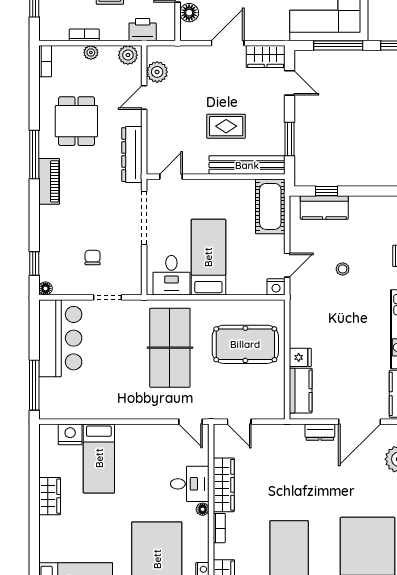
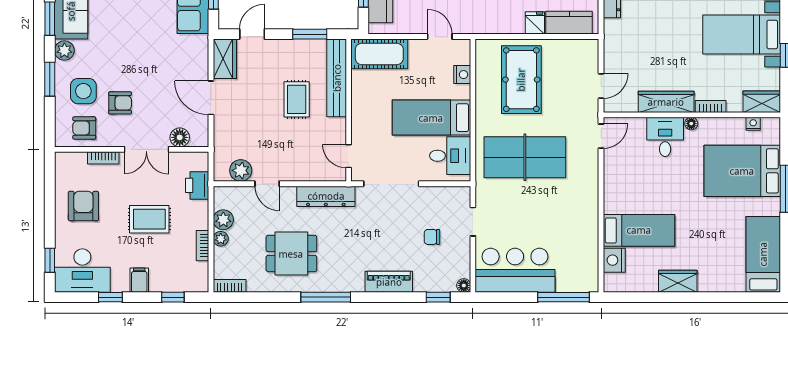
plant: (128, 55) -> (223, 220), moved
piano: (49, 181) -> (389, 282), moved
nightstand: (276, 287) -> (462, 75), moved

